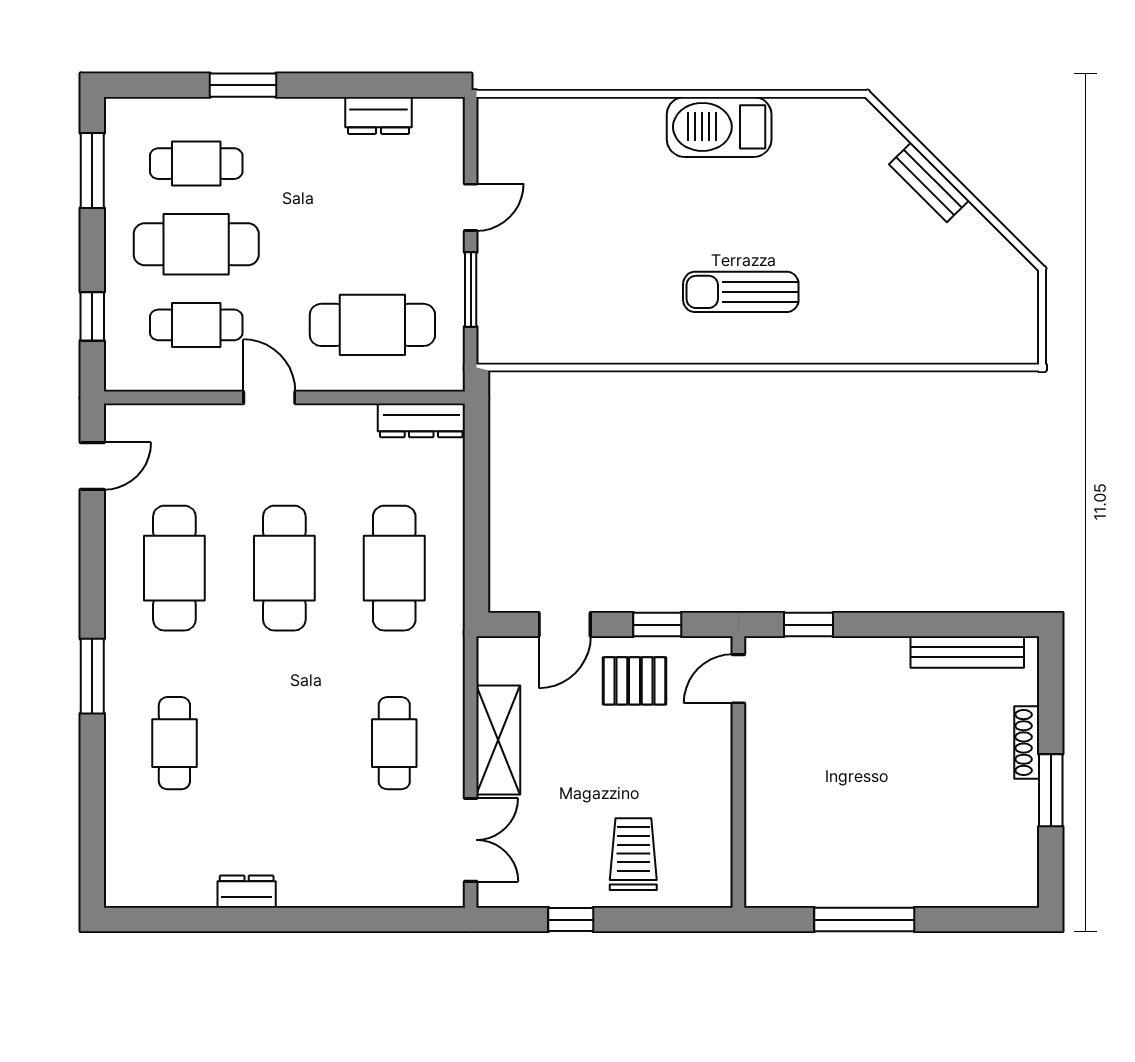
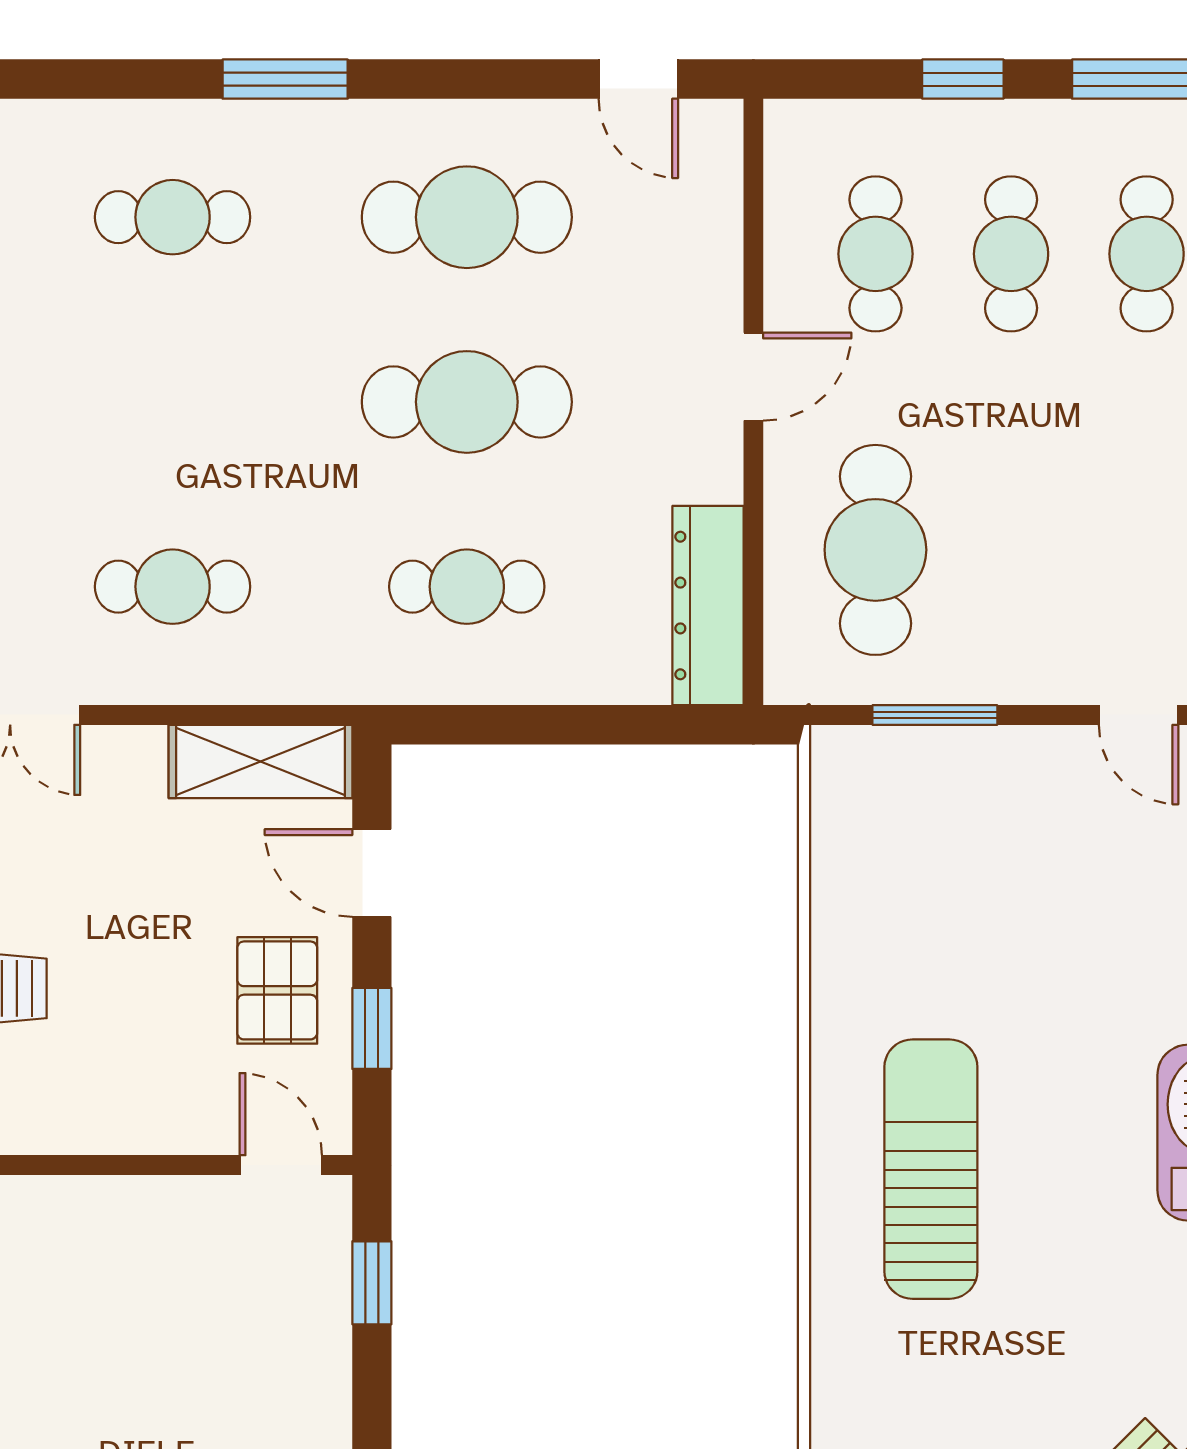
door: (471, 207) -> (1139, 715), moved
cafe table: (196, 244) -> (1011, 254), width x0.73, depth x0.74
sun lounger: (741, 292) -> (931, 1169), width x1.36, depth x1.34
window: (92, 316) -> (963, 79), moved
dresser: (421, 420) -> (708, 605), width x1.37, depth x1.24
cafe table: (394, 568) -> (467, 587), width x0.73, depth x0.74
shelving: (498, 740) -> (260, 761), moved

